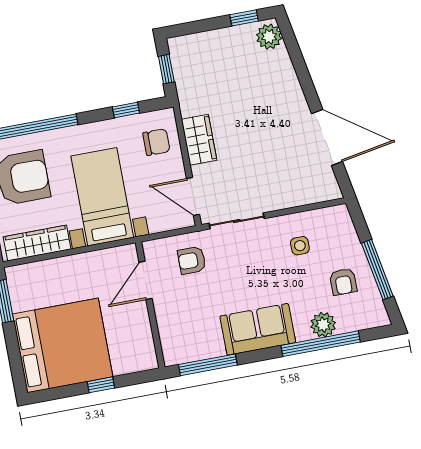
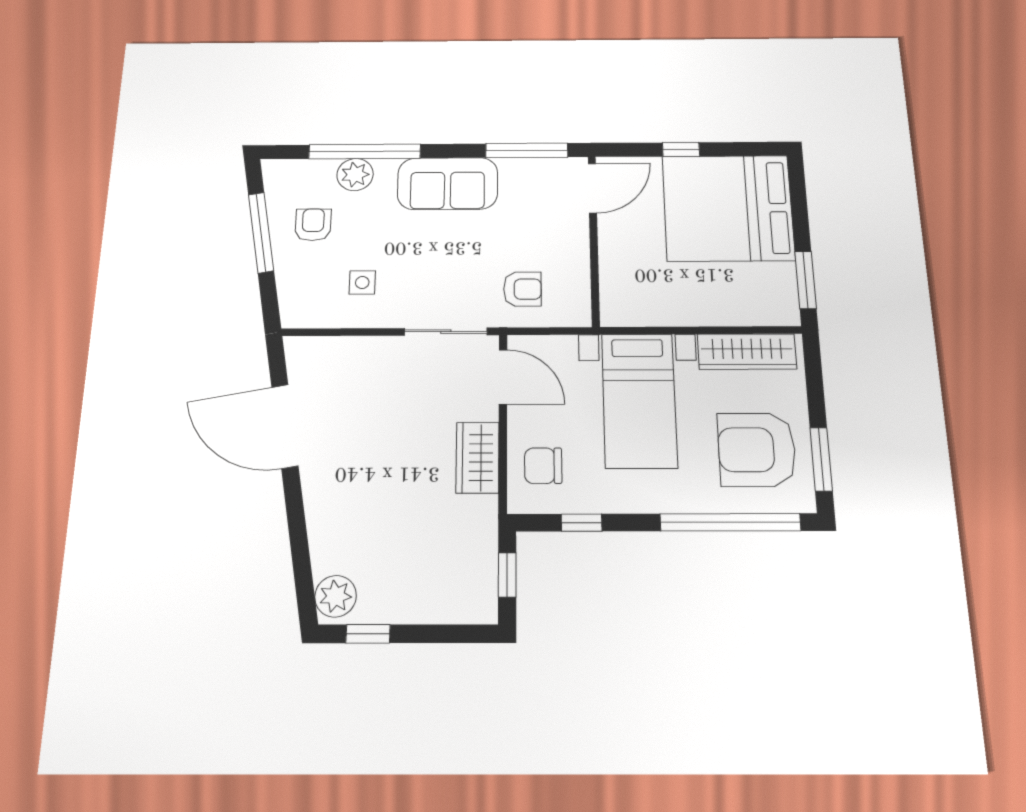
door: (146, 280) -> (592, 188), moved

